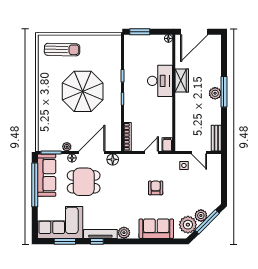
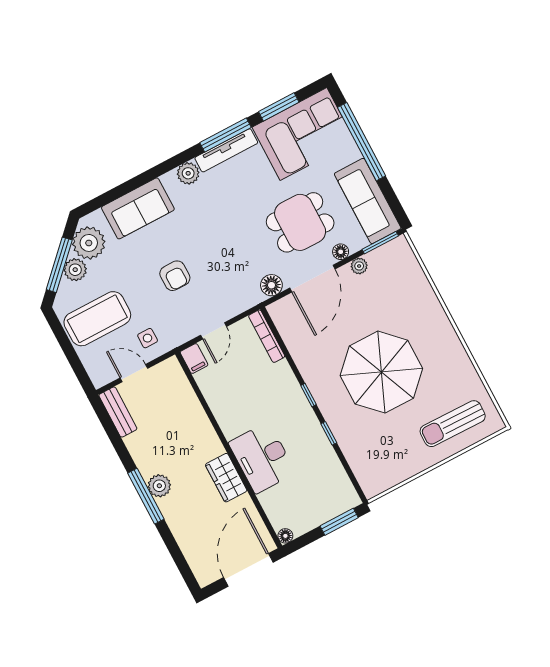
window: (35, 185) -> (362, 142), moved
coffee table: (203, 187) -> (97, 319), added
window: (97, 241) -> (225, 135), width x2.17

